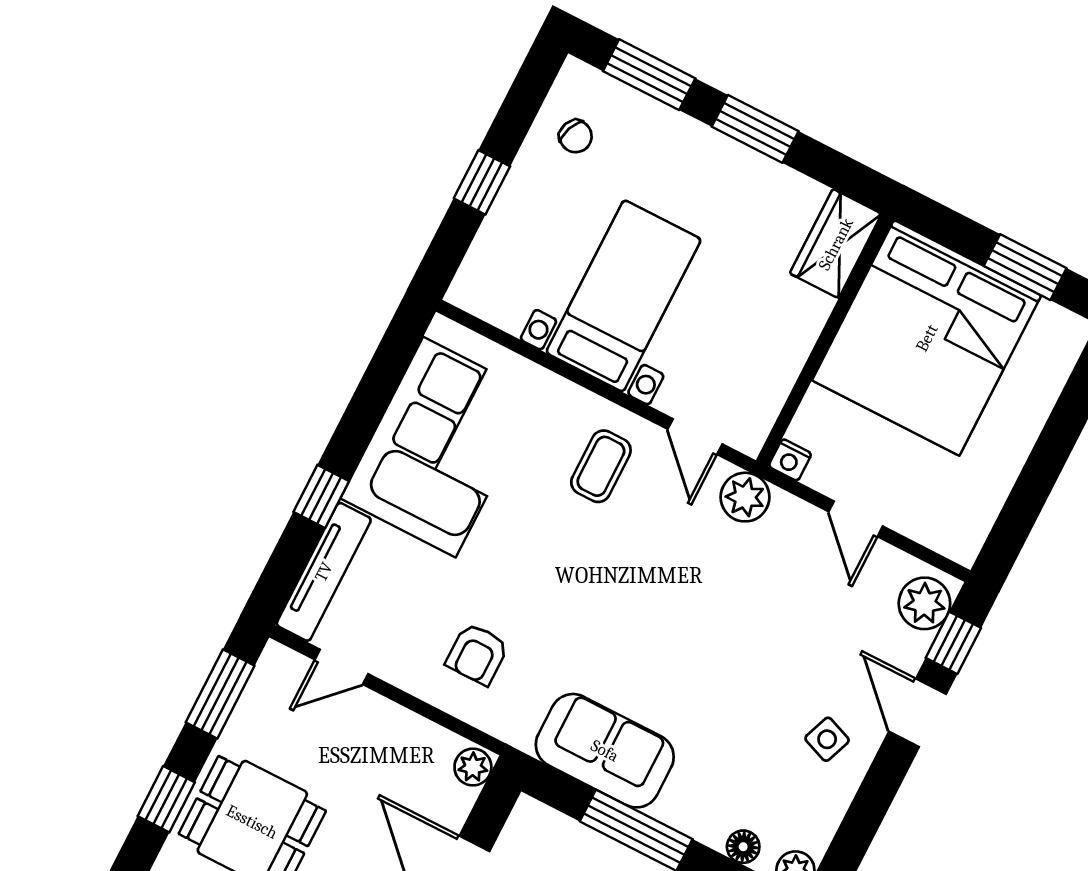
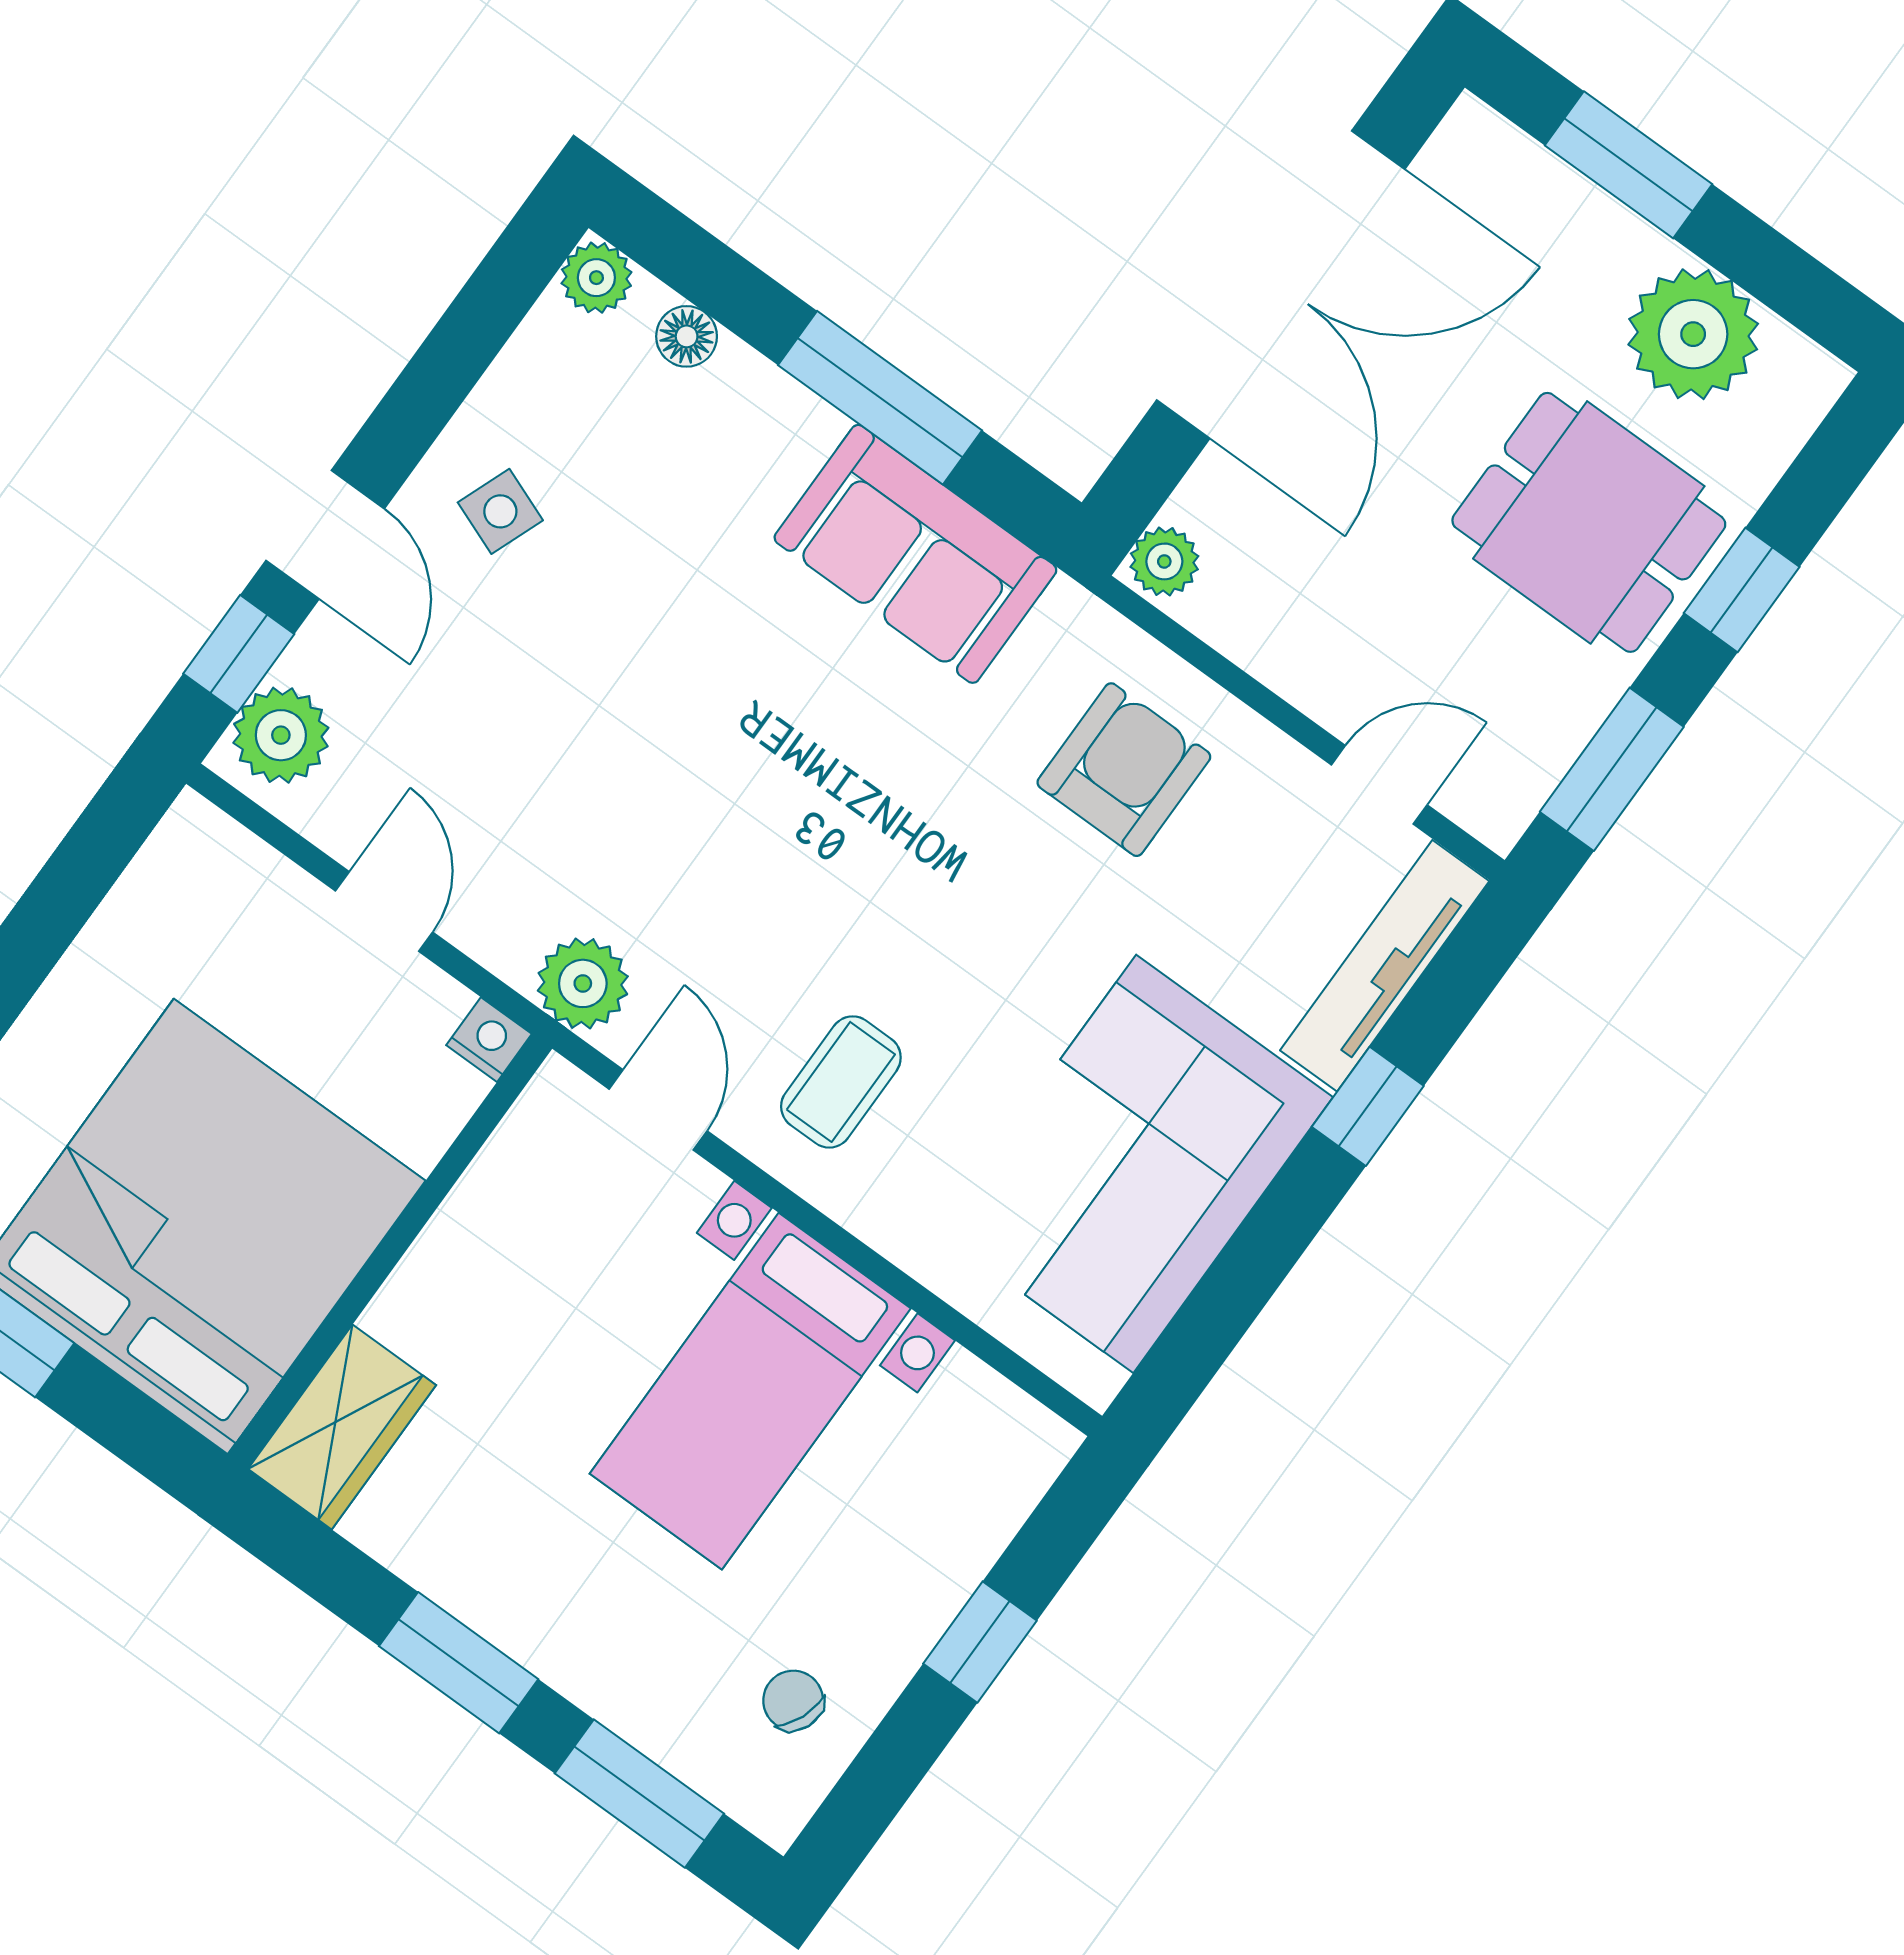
armchair: (477, 654) -> (1124, 770), width x1.38, depth x1.38

